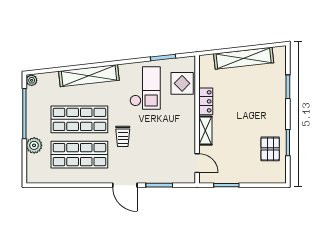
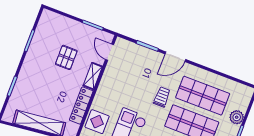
locker: (206, 101) -> (81, 106), width x1.53
pallet: (270, 149) -> (66, 57), moved
door: (125, 185) -> (175, 57), swing flipped

